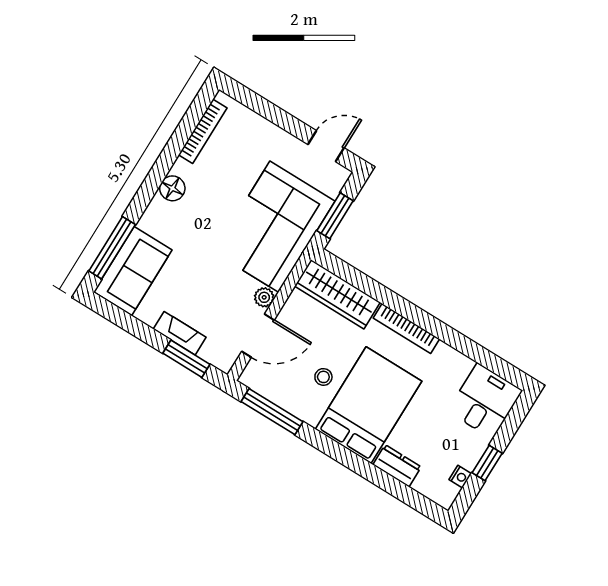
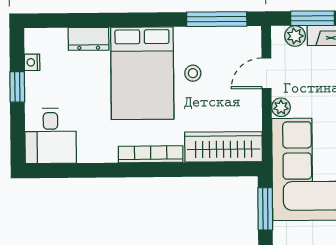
door: (258, 336) -> (267, 73), width x0.73
plant: (212, 353) -> (295, 36), added

